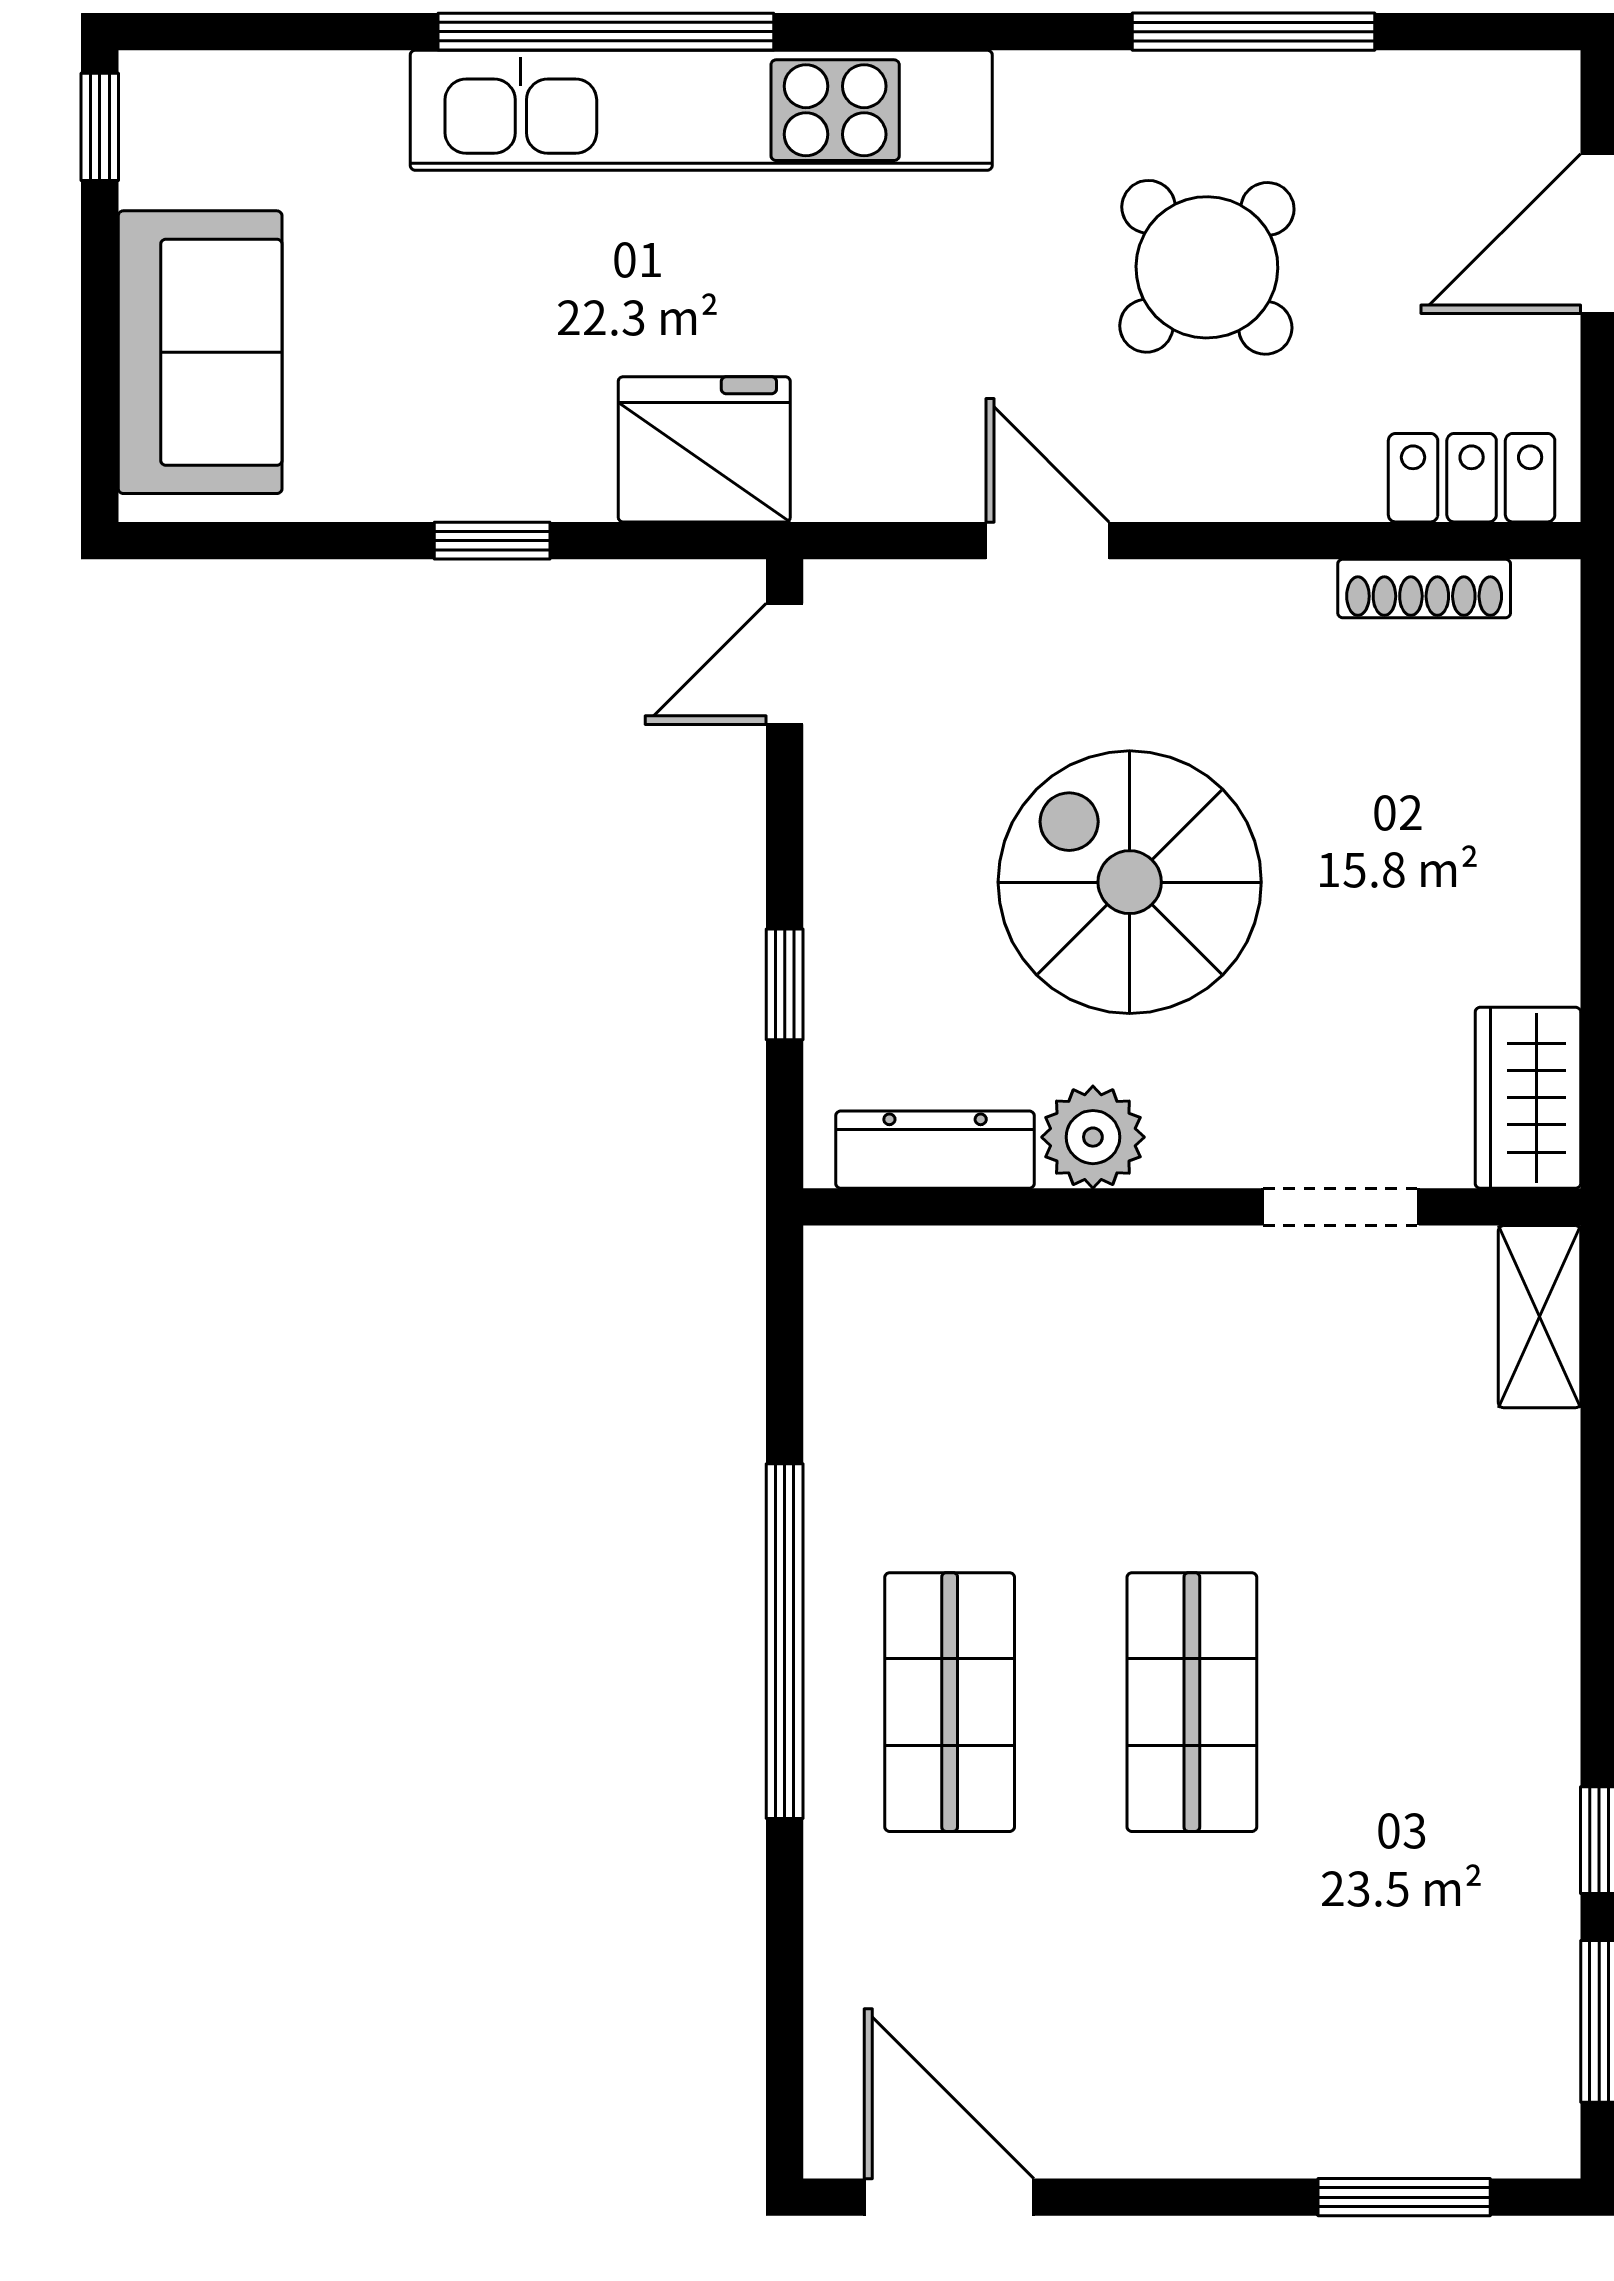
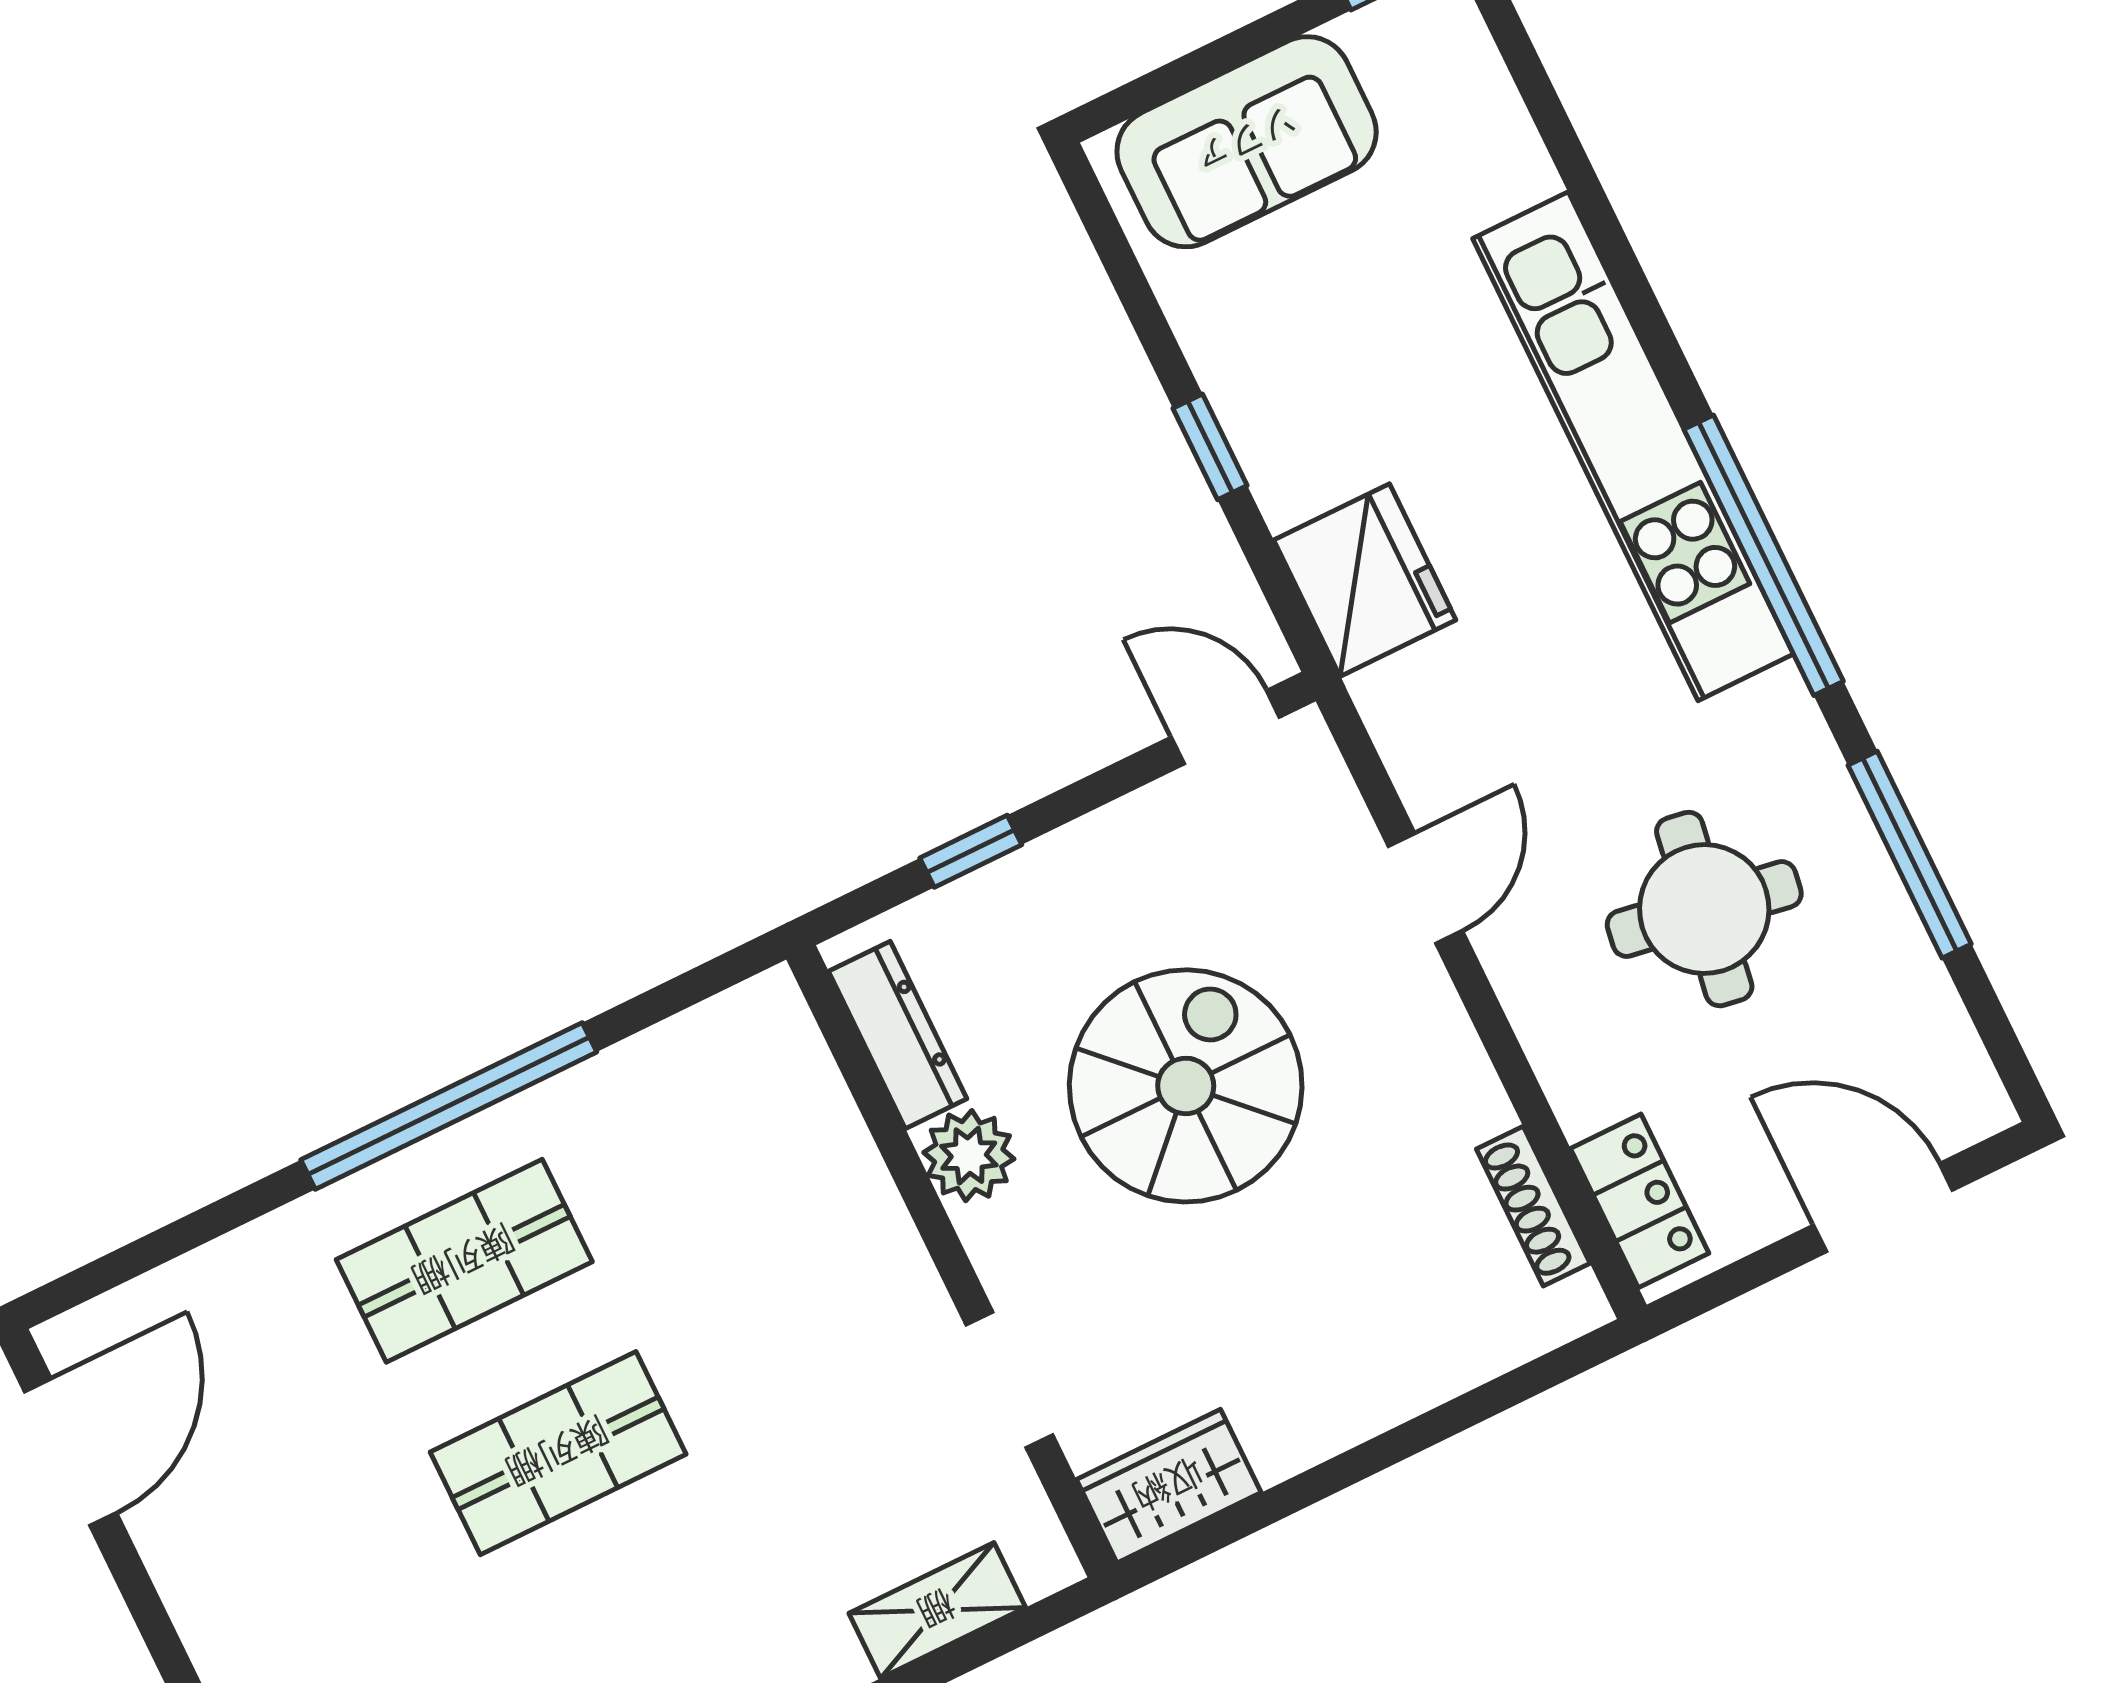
window: (606, 32) -> (1764, 555), moved
round table: (1207, 267) -> (1704, 909), turned -37
shelving: (1540, 1317) -> (937, 1610), moved

